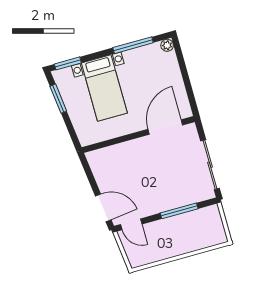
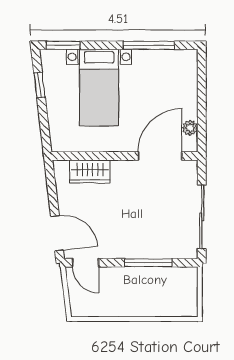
plant: (167, 45) -> (190, 128), moved
window: (58, 99) -> (39, 85), width x0.67
wardrobe: (115, 154) -> (90, 171), added

